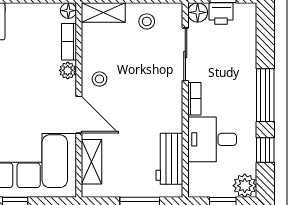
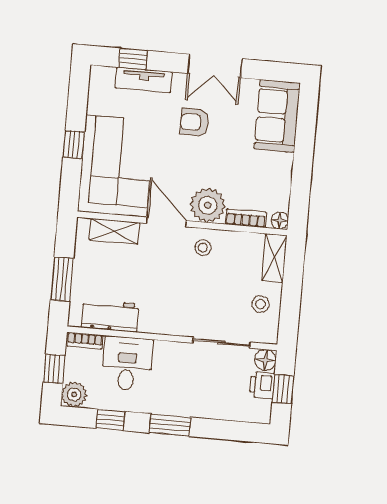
plant: (68, 70) -> (208, 205), width x1.88, depth x1.88
window: (265, 95) -> (170, 425), width x0.69
bookcase: (194, 99) -> (85, 341), moved
door: (79, 115) -> (166, 222), swing flipped

